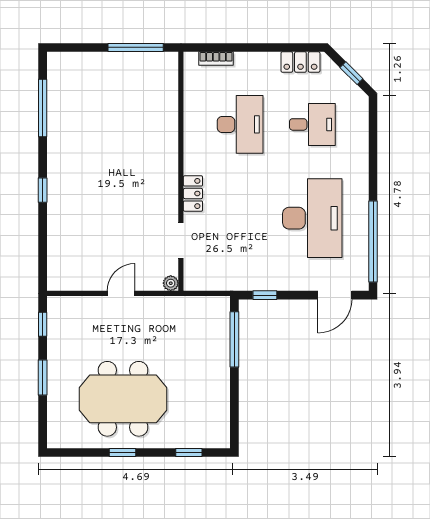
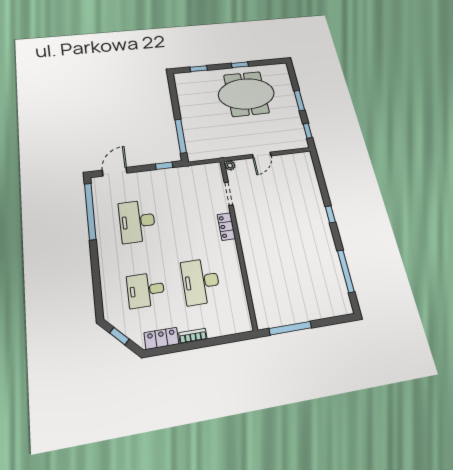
bookcase: (216, 58) -> (193, 336), moved
desk: (312, 218) -> (137, 221), width x0.73, depth x0.77

